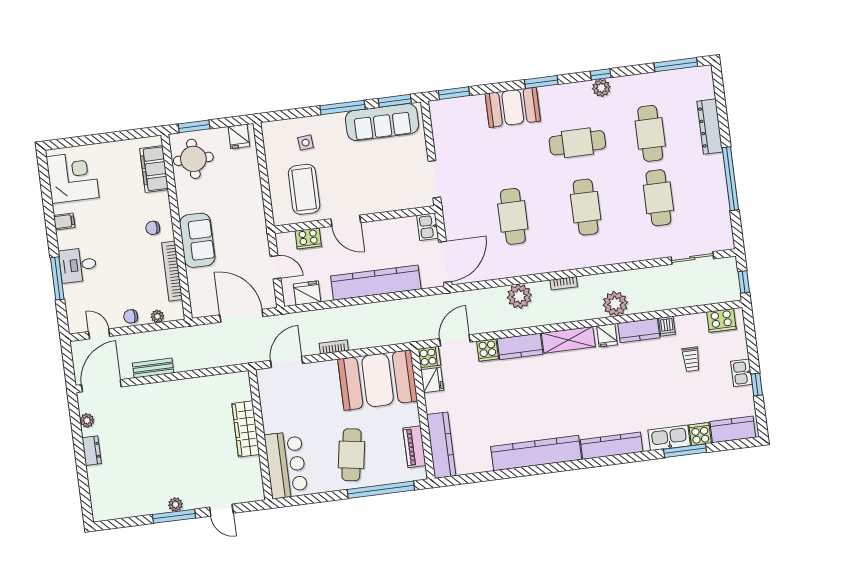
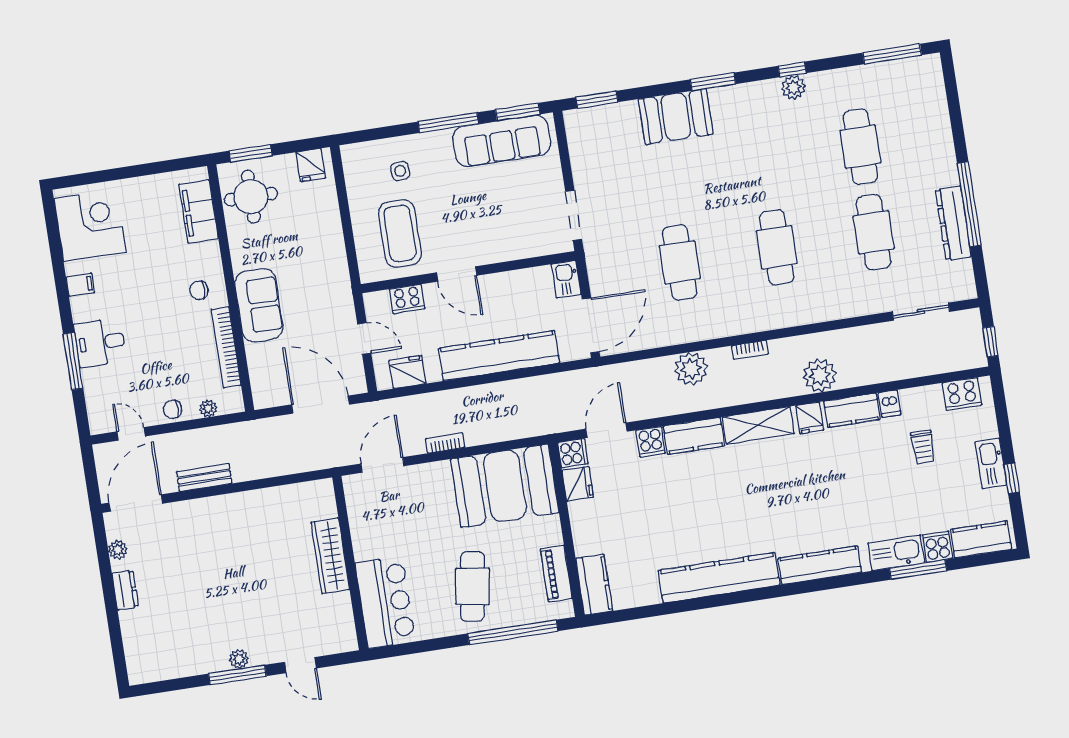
dresser: (710, 127) -> (953, 223), moved
cafe table: (577, 143) -> (763, 162), removed
kitchen sink: (742, 373) -> (991, 463), width x1.38
kitchen counter: (441, 445) -> (594, 585), width x0.67

